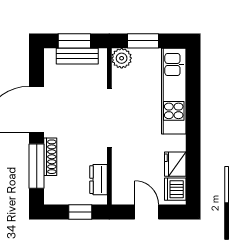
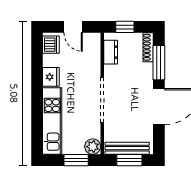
bench: (77, 56) -> (127, 148), width x1.36
shoe rack: (50, 157) -> (148, 47), moved
fridge: (175, 164) -> (51, 77), moved

